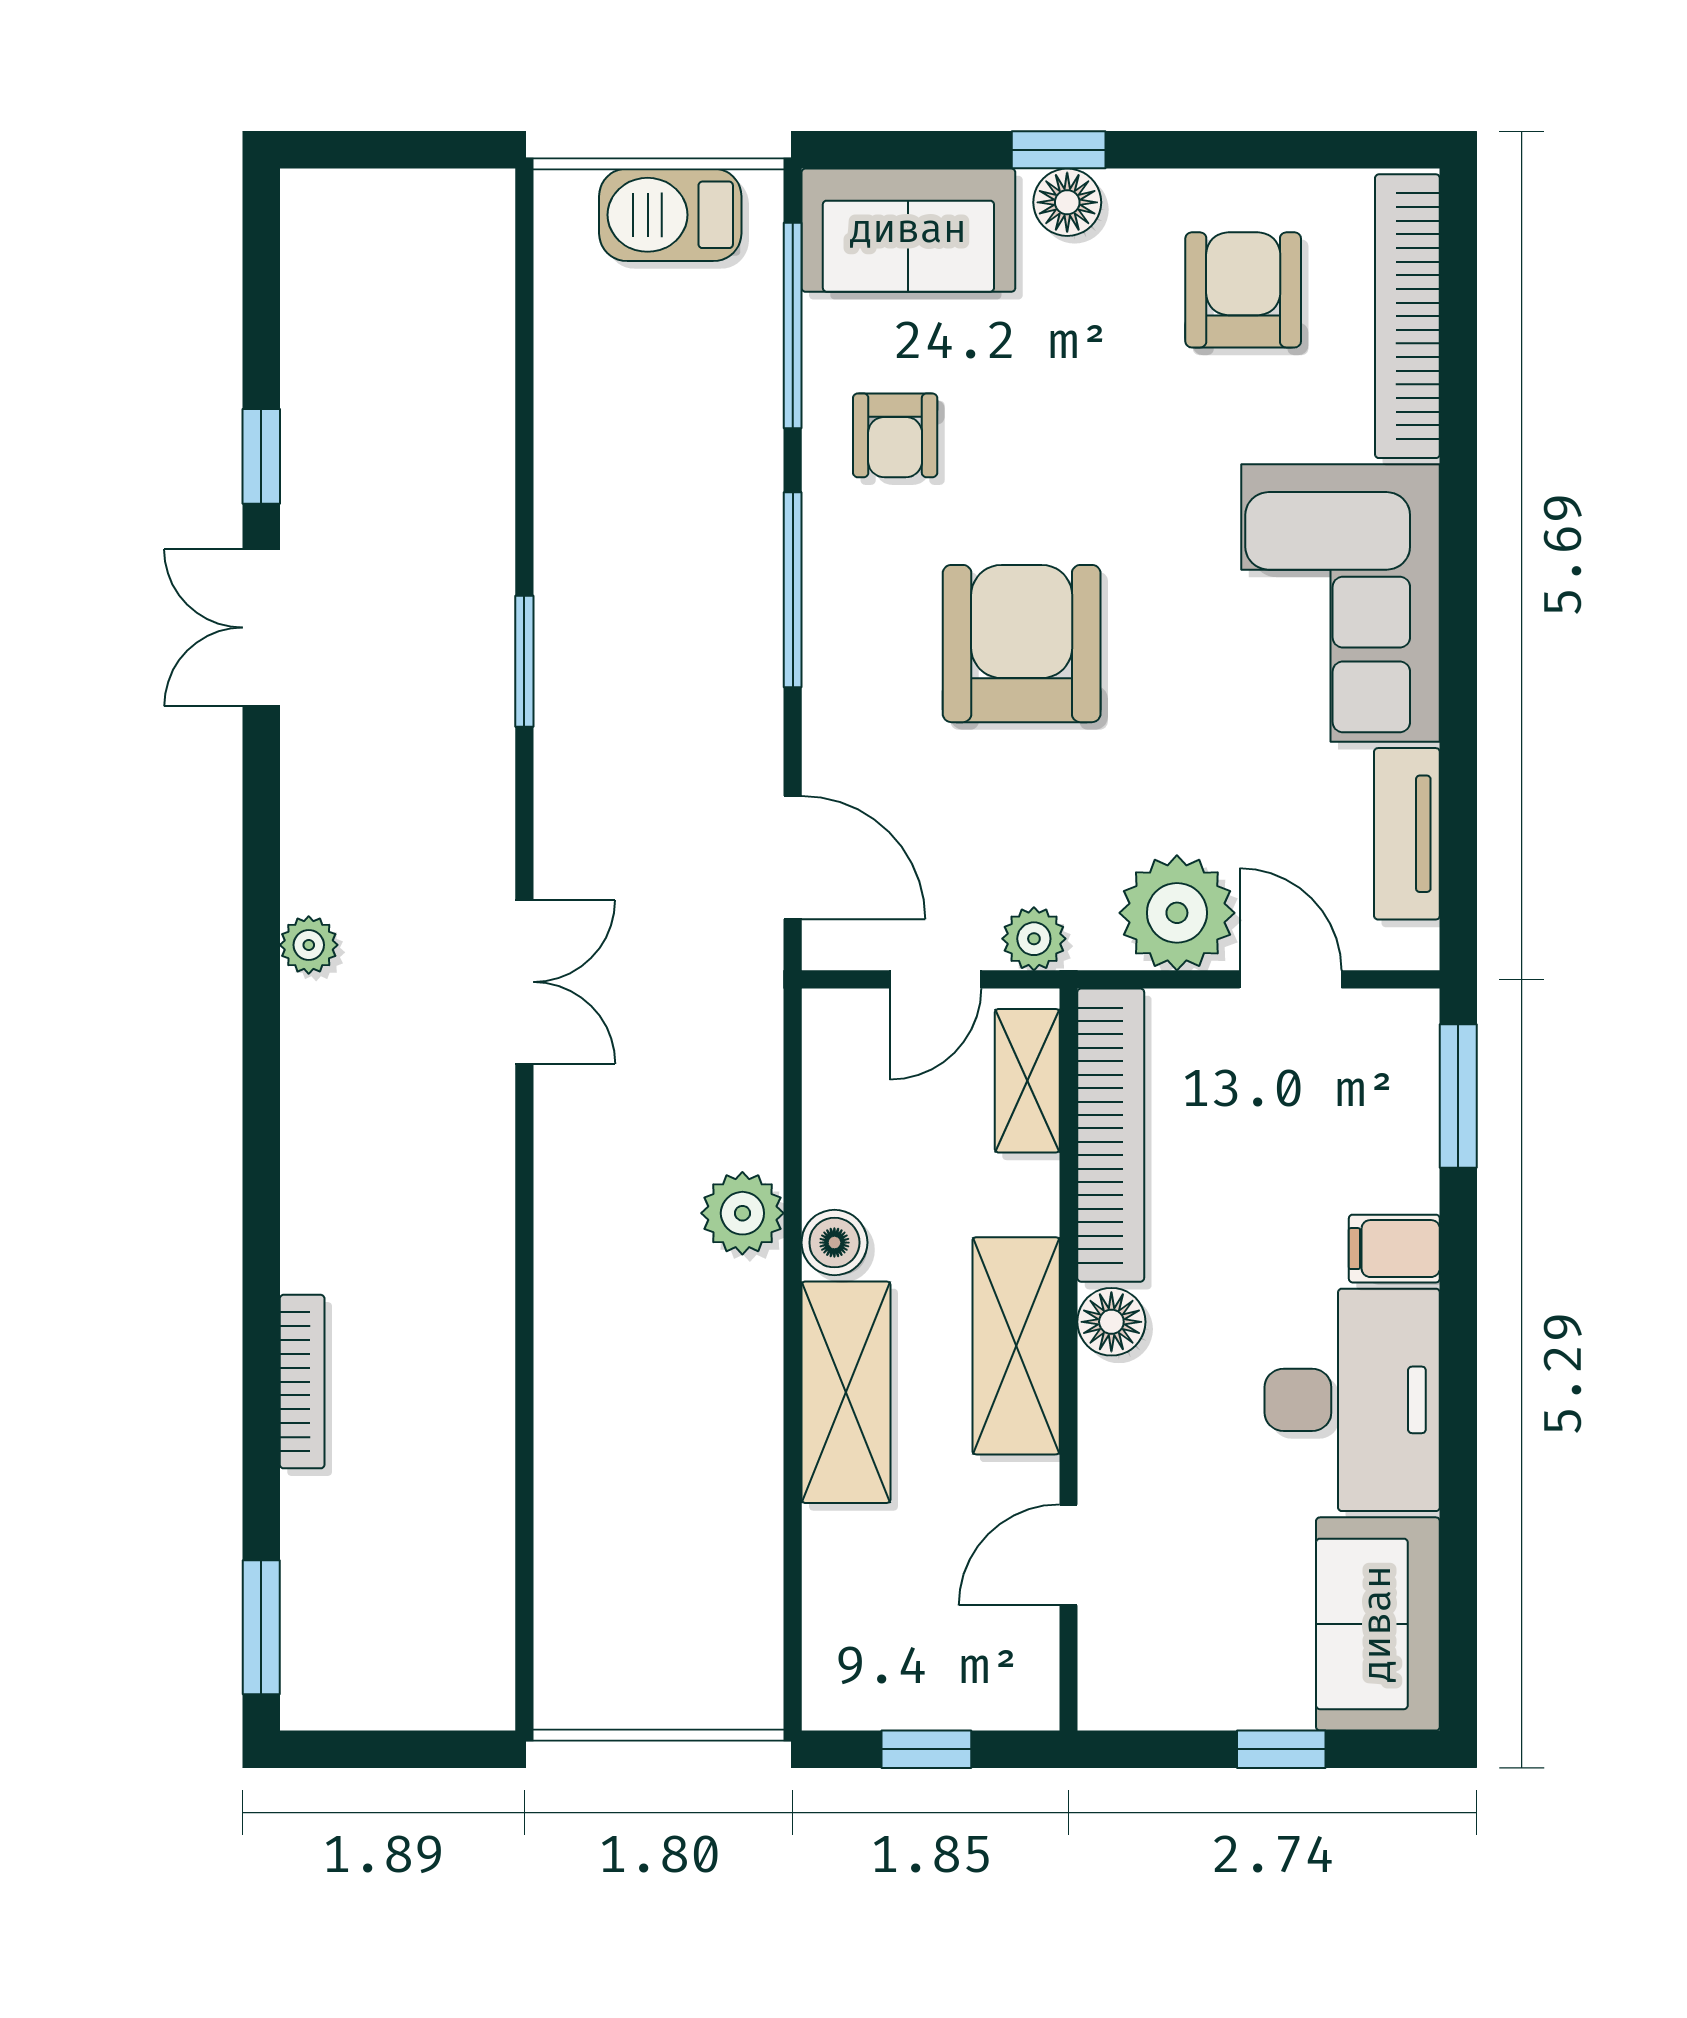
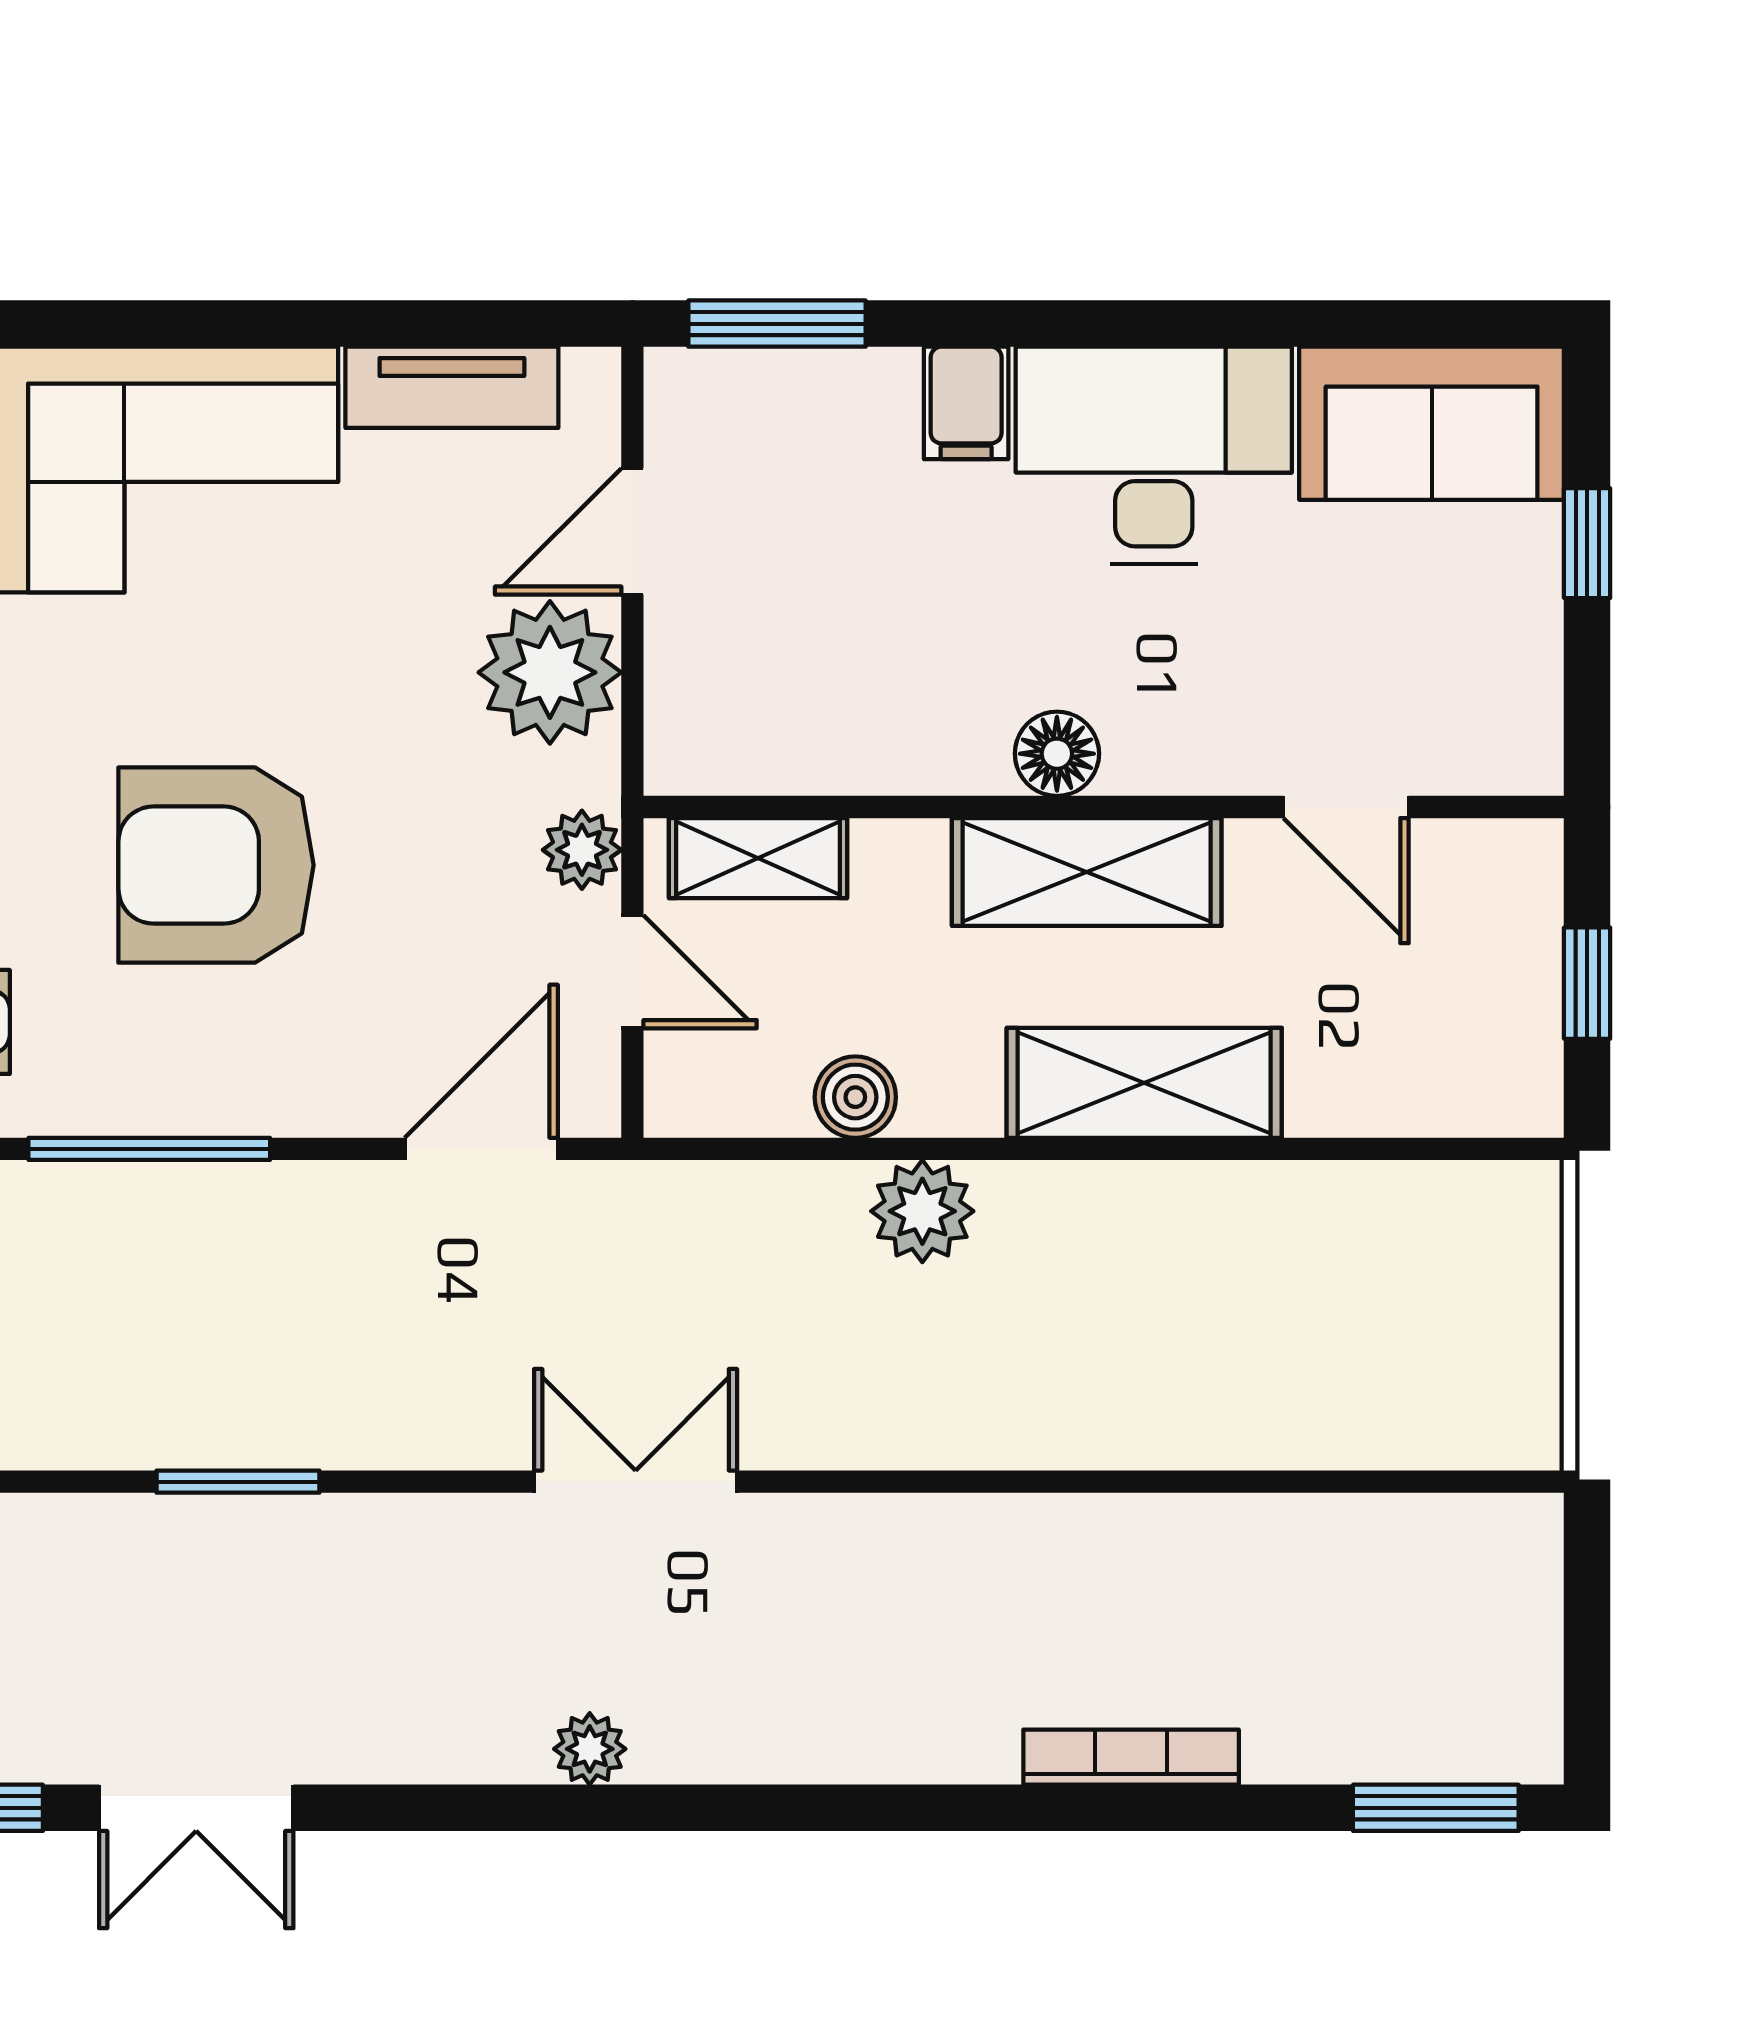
bookcase: (1111, 1135) -> (825, 755), removed
boiler: (834, 1243) -> (855, 1097), moved

